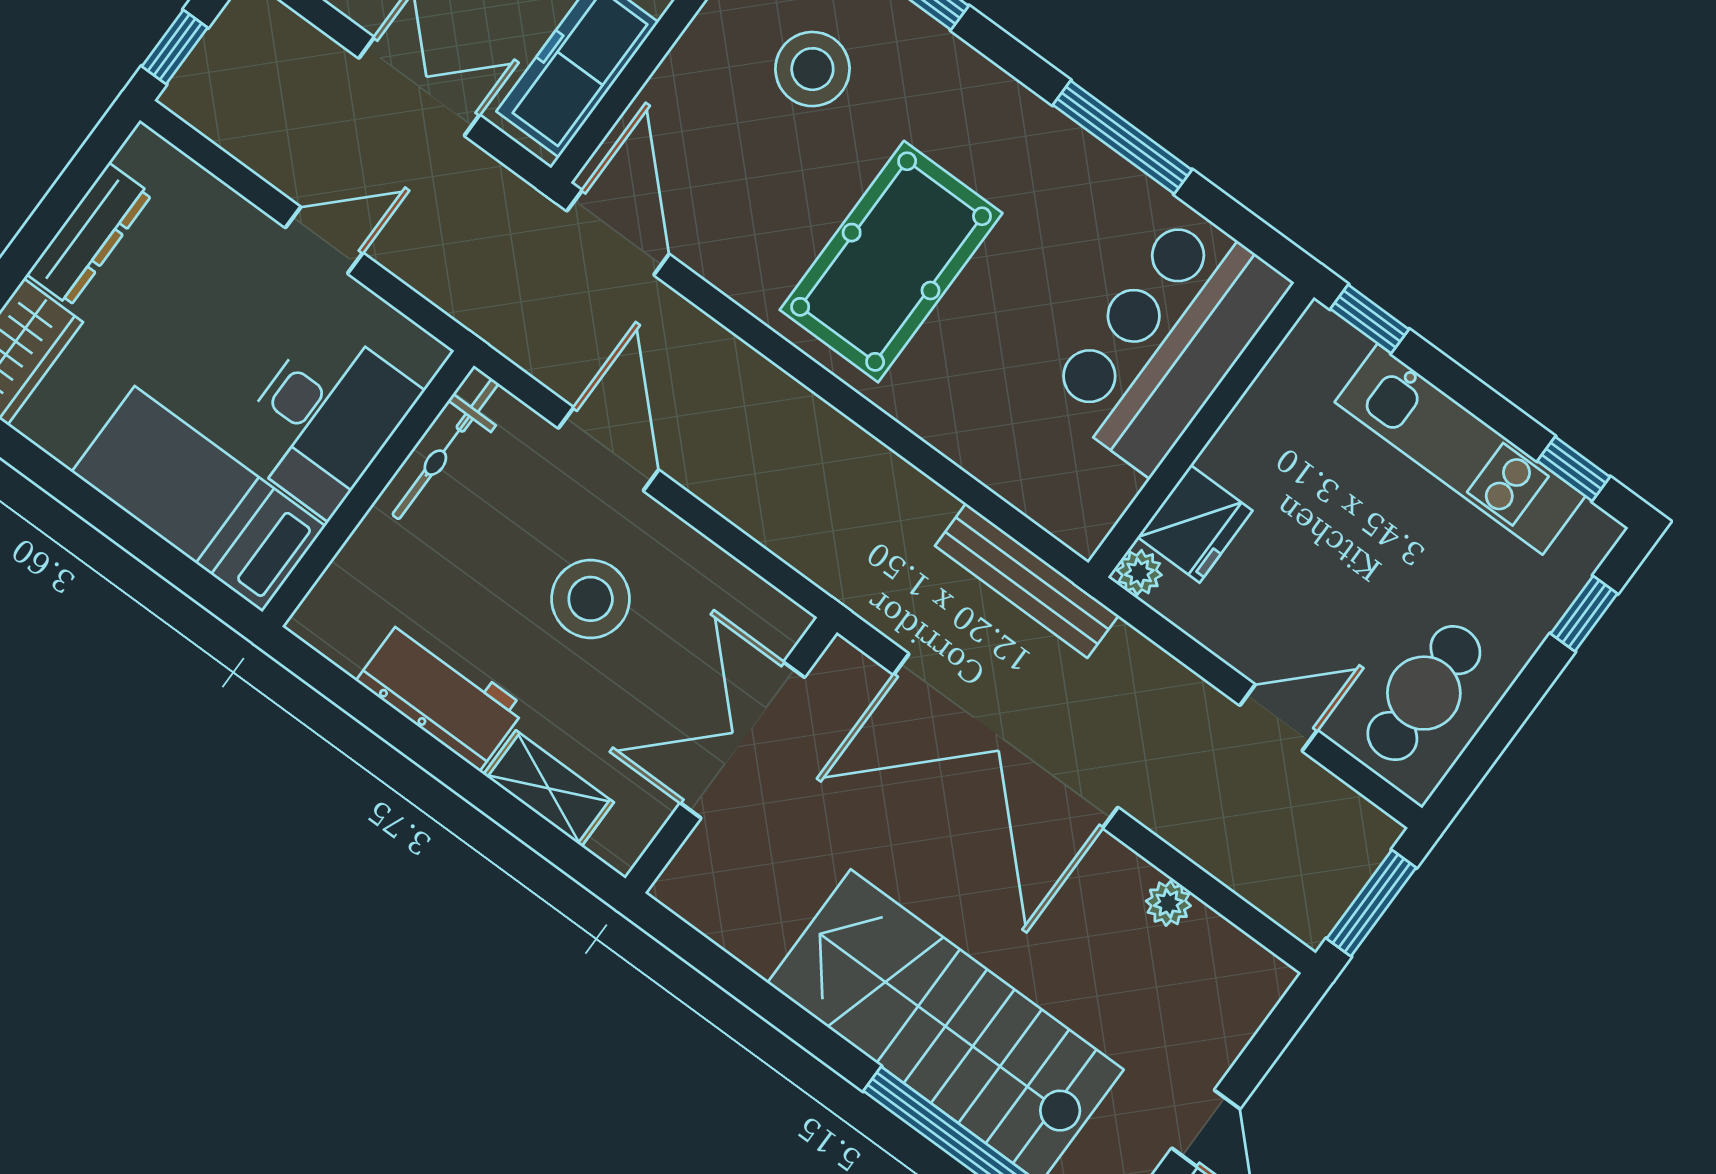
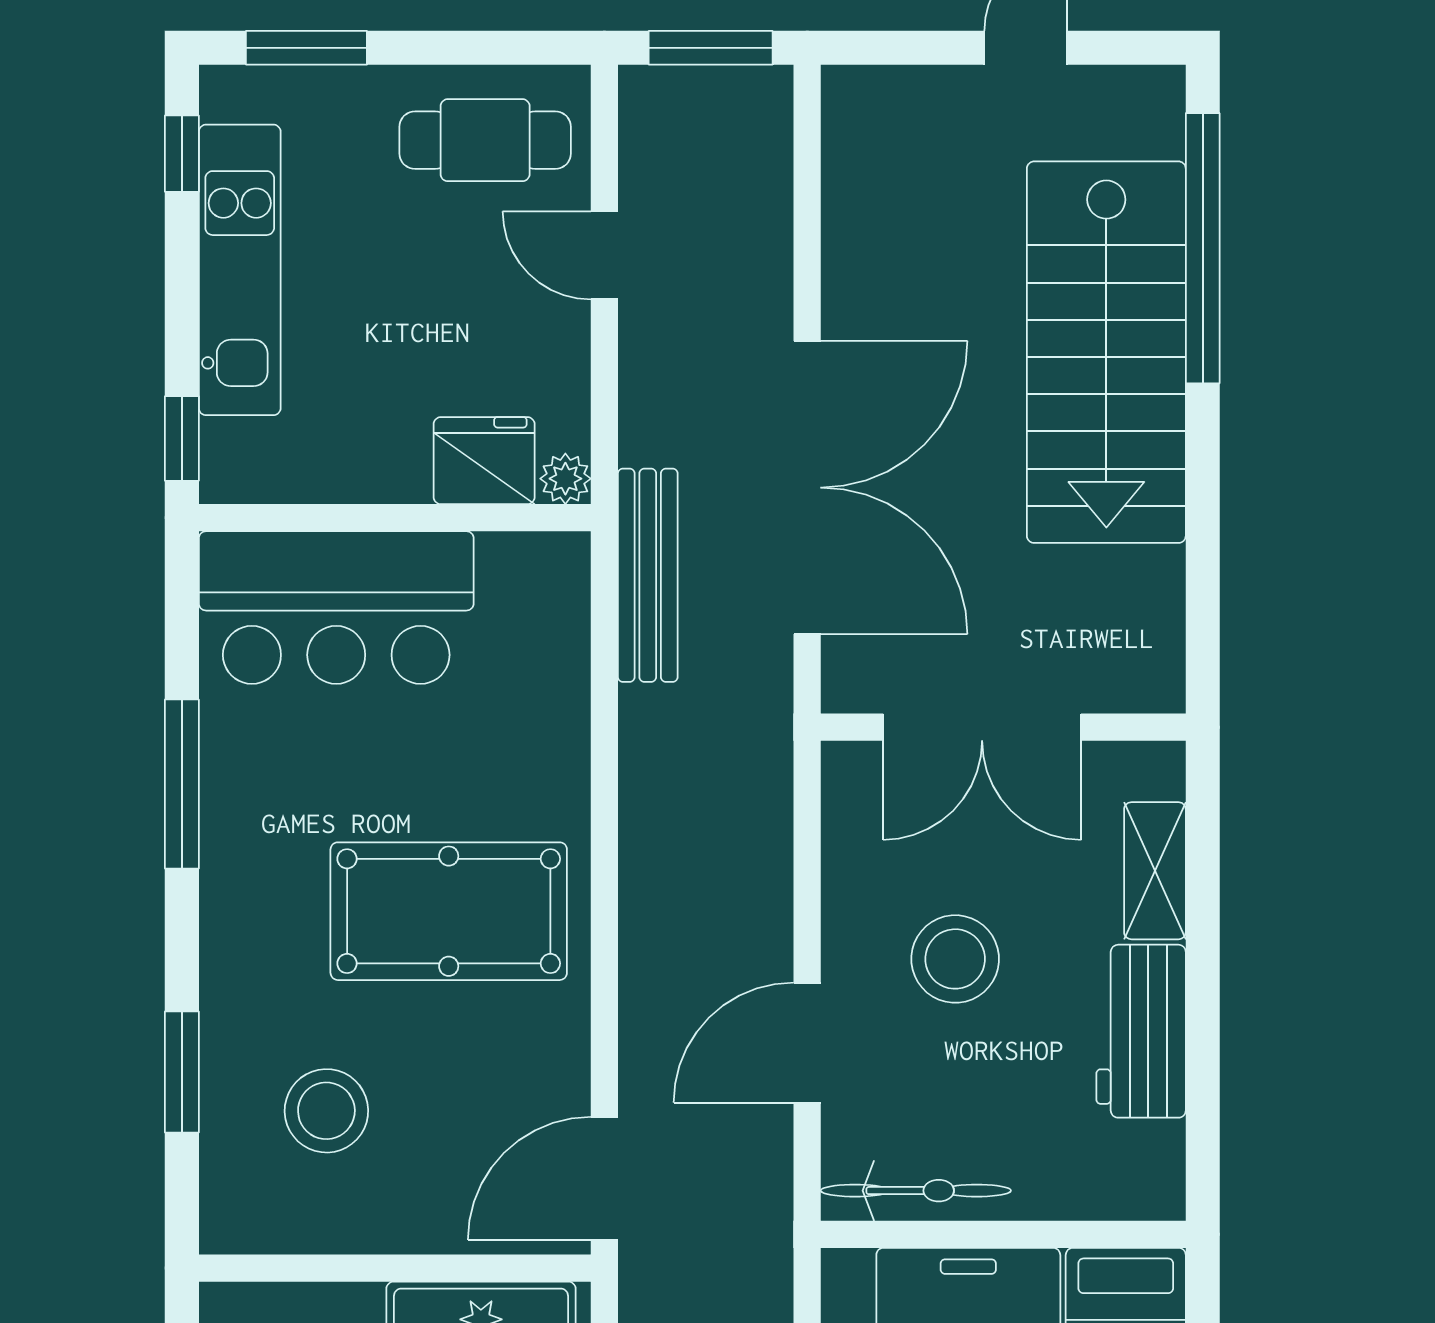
window: (1584, 614) -> (306, 48), width x1.50
plant: (1168, 903) -> (846, 232), removed

